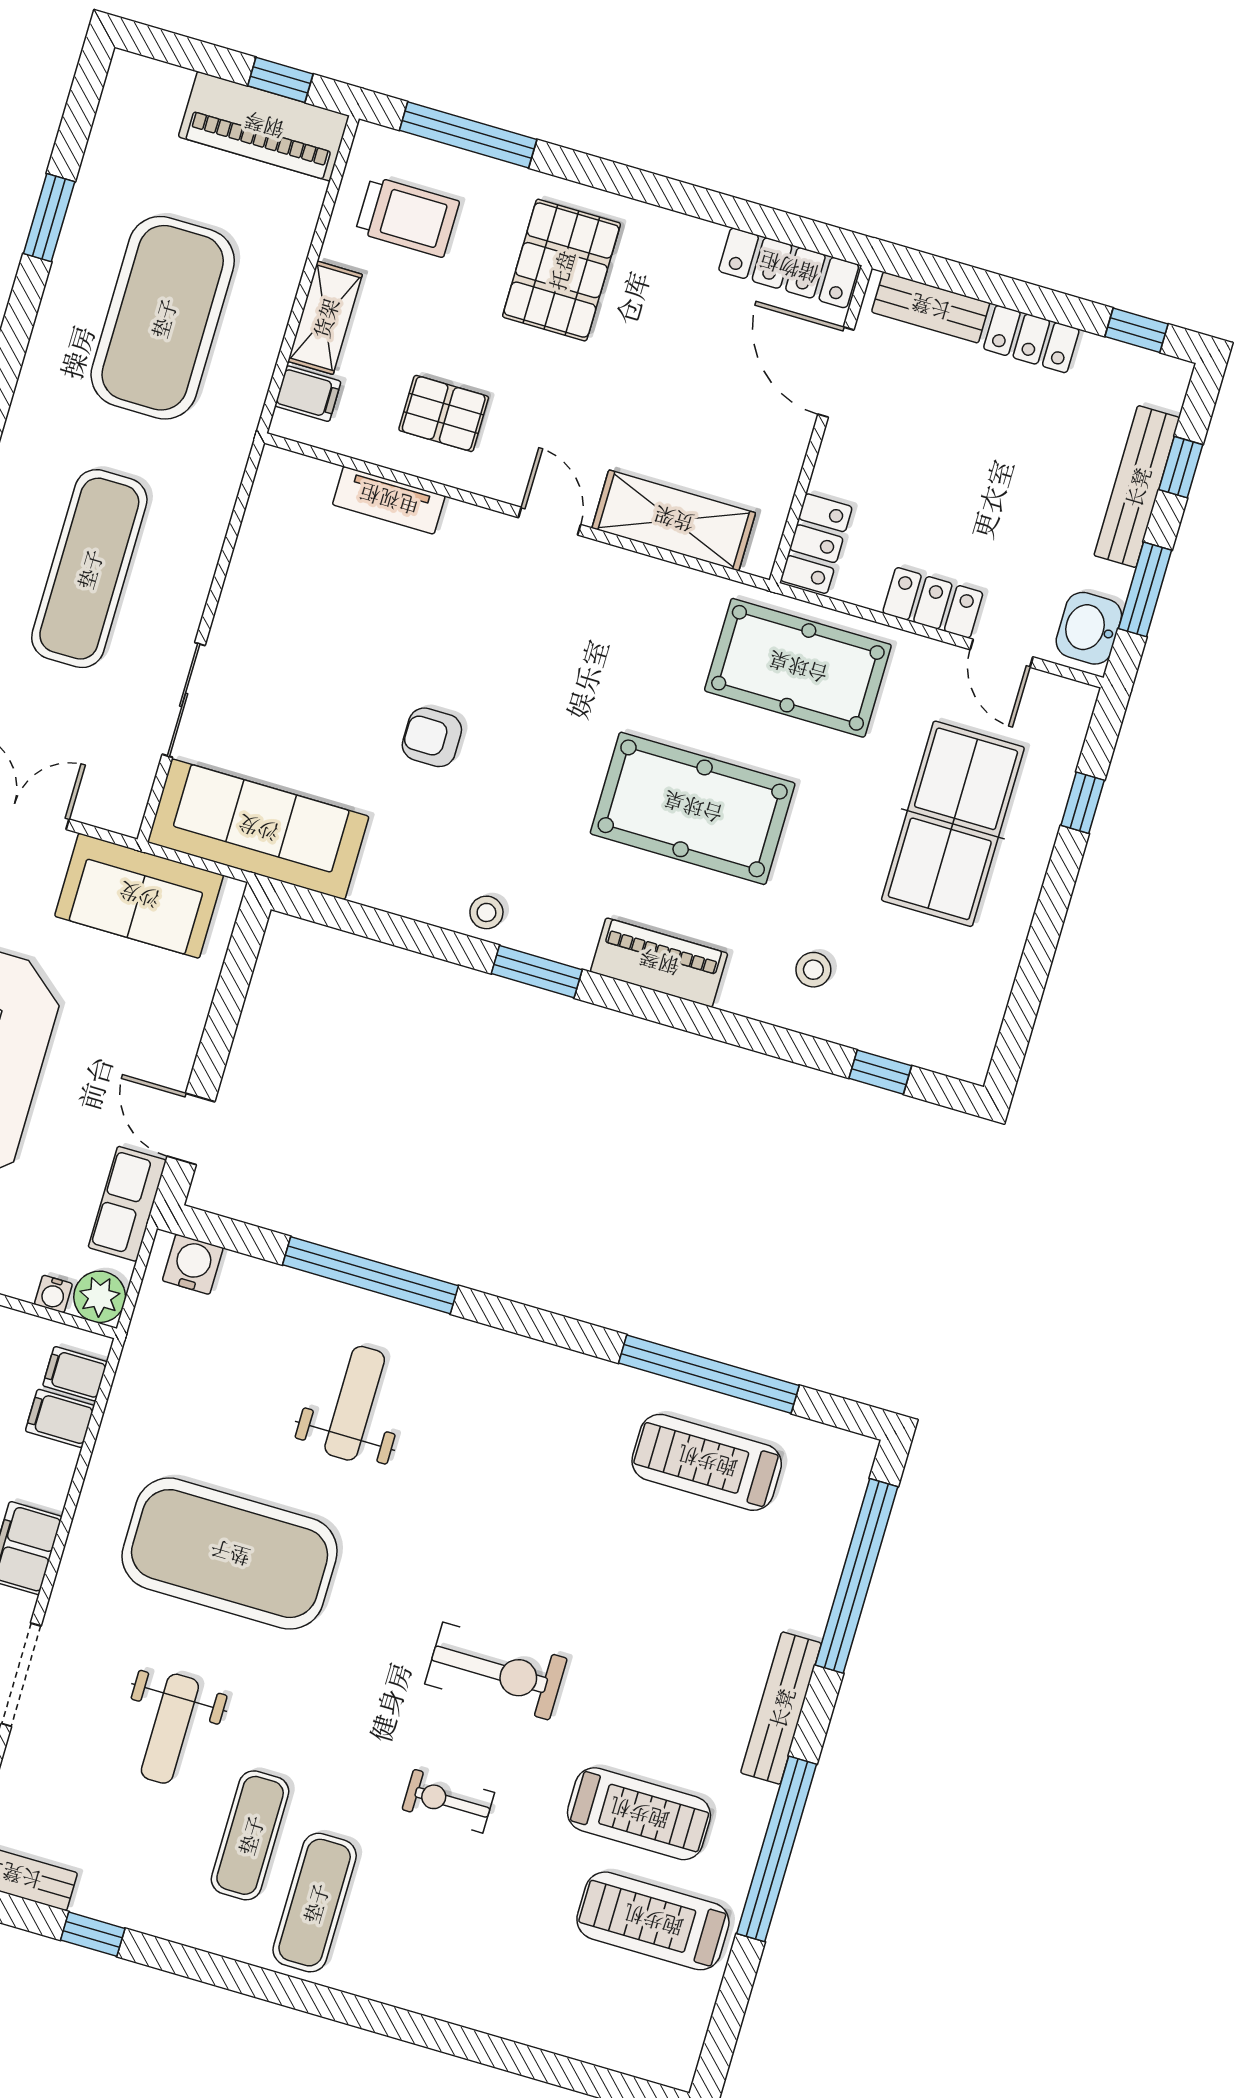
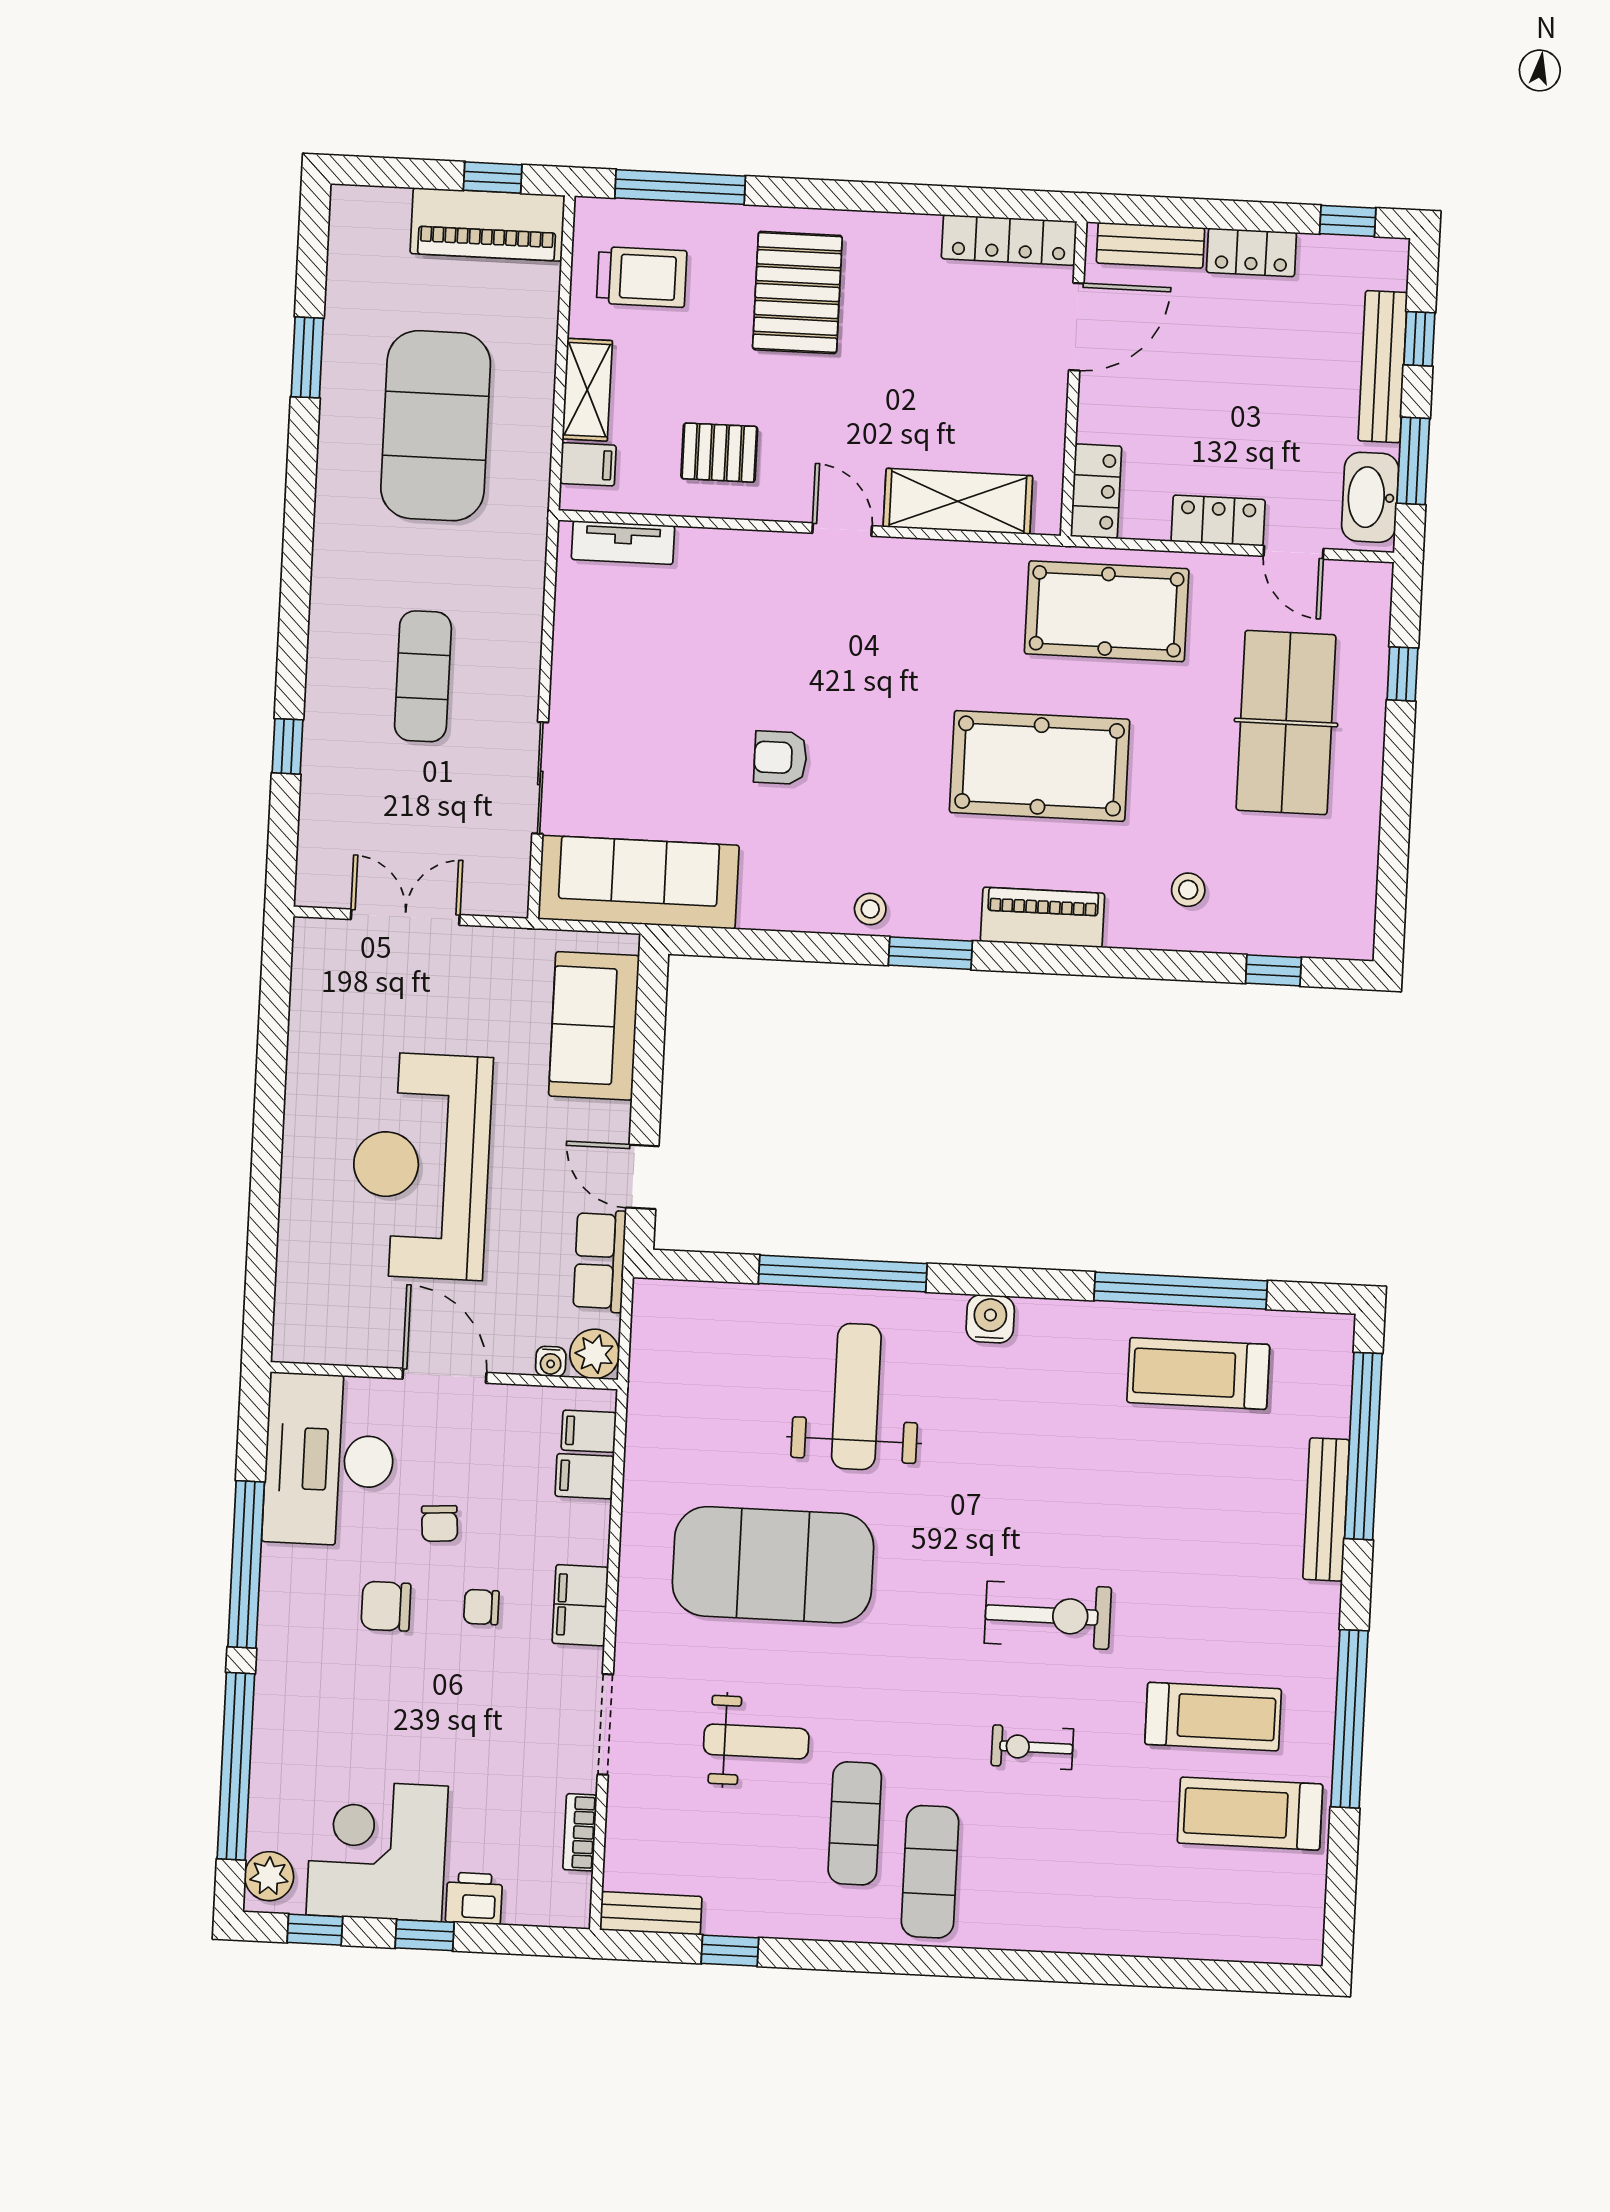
door: (836, 372) -> (1076, 327), swing flipped
tv unit: (389, 500) -> (623, 543), moved
exercise mat: (89, 569) -> (423, 676), width x0.73, depth x0.69
washbasin: (1089, 628) -> (1370, 497), width x1.38
sofa: (139, 896) -> (594, 1026), moved, turned 90
water cooler: (193, 1264) -> (990, 1319), moved
weight bench: (355, 1403) -> (856, 1397), width x1.36, depth x1.33
bench: (781, 1708) -> (1326, 1509), moved
weight bench: (170, 1729) -> (756, 1742), turned -90

